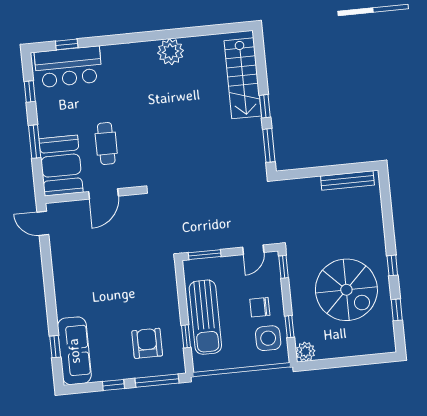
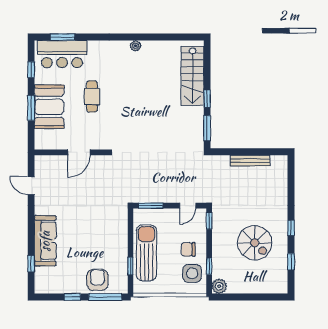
window: (67, 44) -> (63, 37), width x1.50
plant: (171, 52) -> (136, 46), width x0.53, depth x0.53
cafe table: (106, 144) -> (92, 96), moved
booth: (61, 166) -> (49, 107), moved
bench: (347, 180) -> (250, 161), moved
door: (43, 223) -> (31, 186), moved
spiral stairs: (346, 290) -> (255, 243), width x0.73, depth x0.73
sun lounger: (205, 317) -> (146, 253), turned 180
armchair: (147, 343) -> (97, 280), moved
sofa: (74, 351) -> (45, 241), moved

